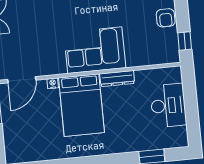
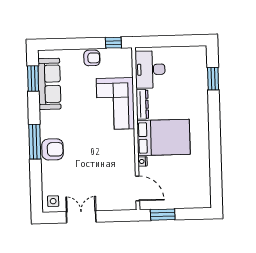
corner sofa: (95, 50) -> (115, 104), moved
desk: (168, 105) -> (150, 69), moved, turned -90

